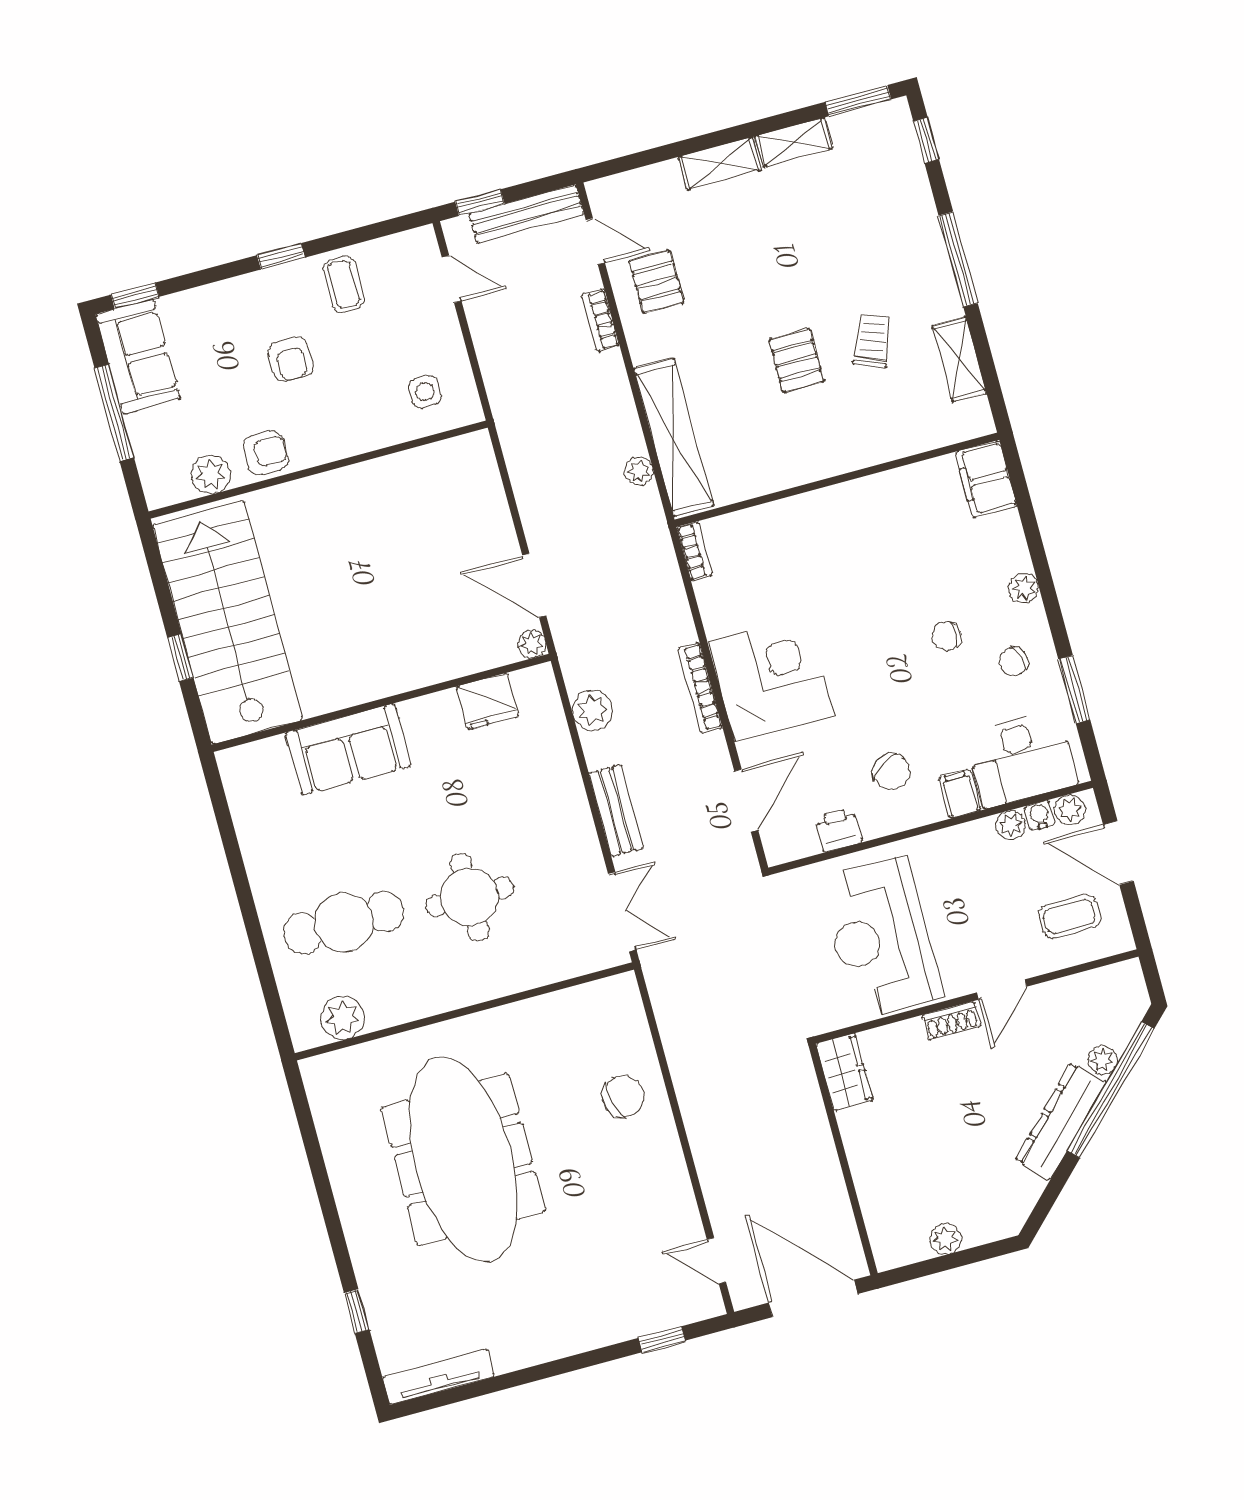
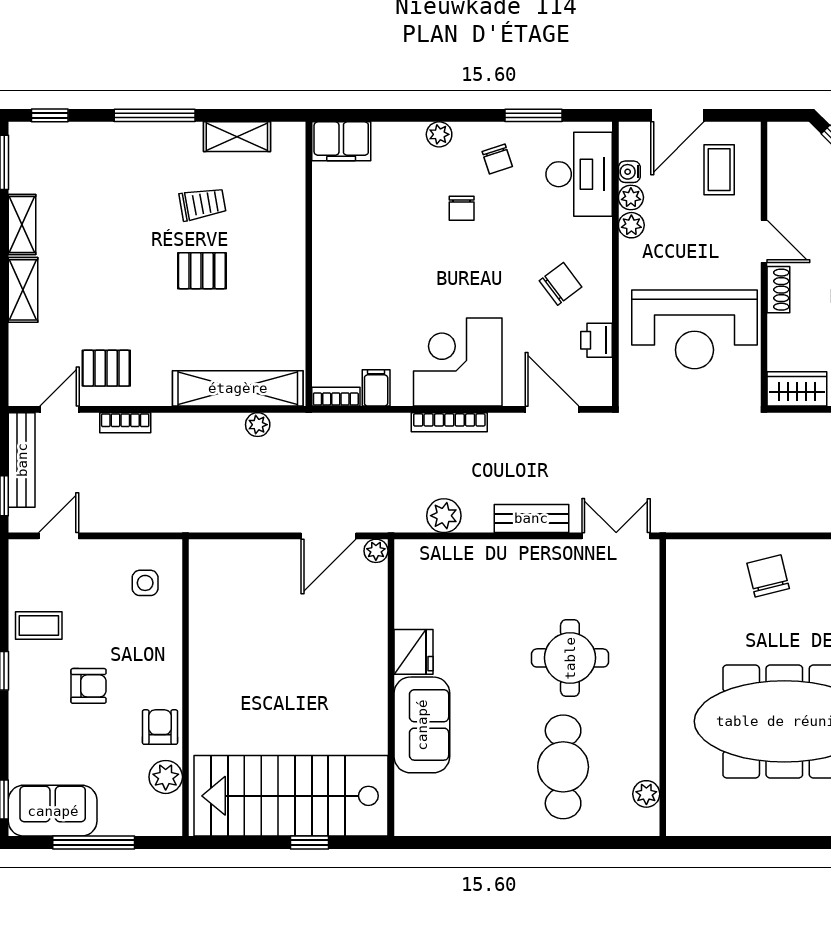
trolley: (872, 341) -> (202, 204), turned 148
fridge: (487, 702) -> (413, 652), moved
filing cabinet: (960, 794) -> (376, 388), moved, turned 90
plant: (1070, 810) -> (631, 225), moved
plant: (343, 1018) -> (646, 794), width x0.73, depth x0.73

